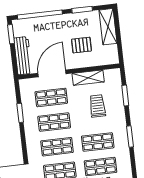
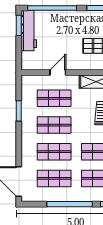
workbench: (23, 56) -> (29, 31), moved
door: (52, 73) -> (58, 73), width x0.53

